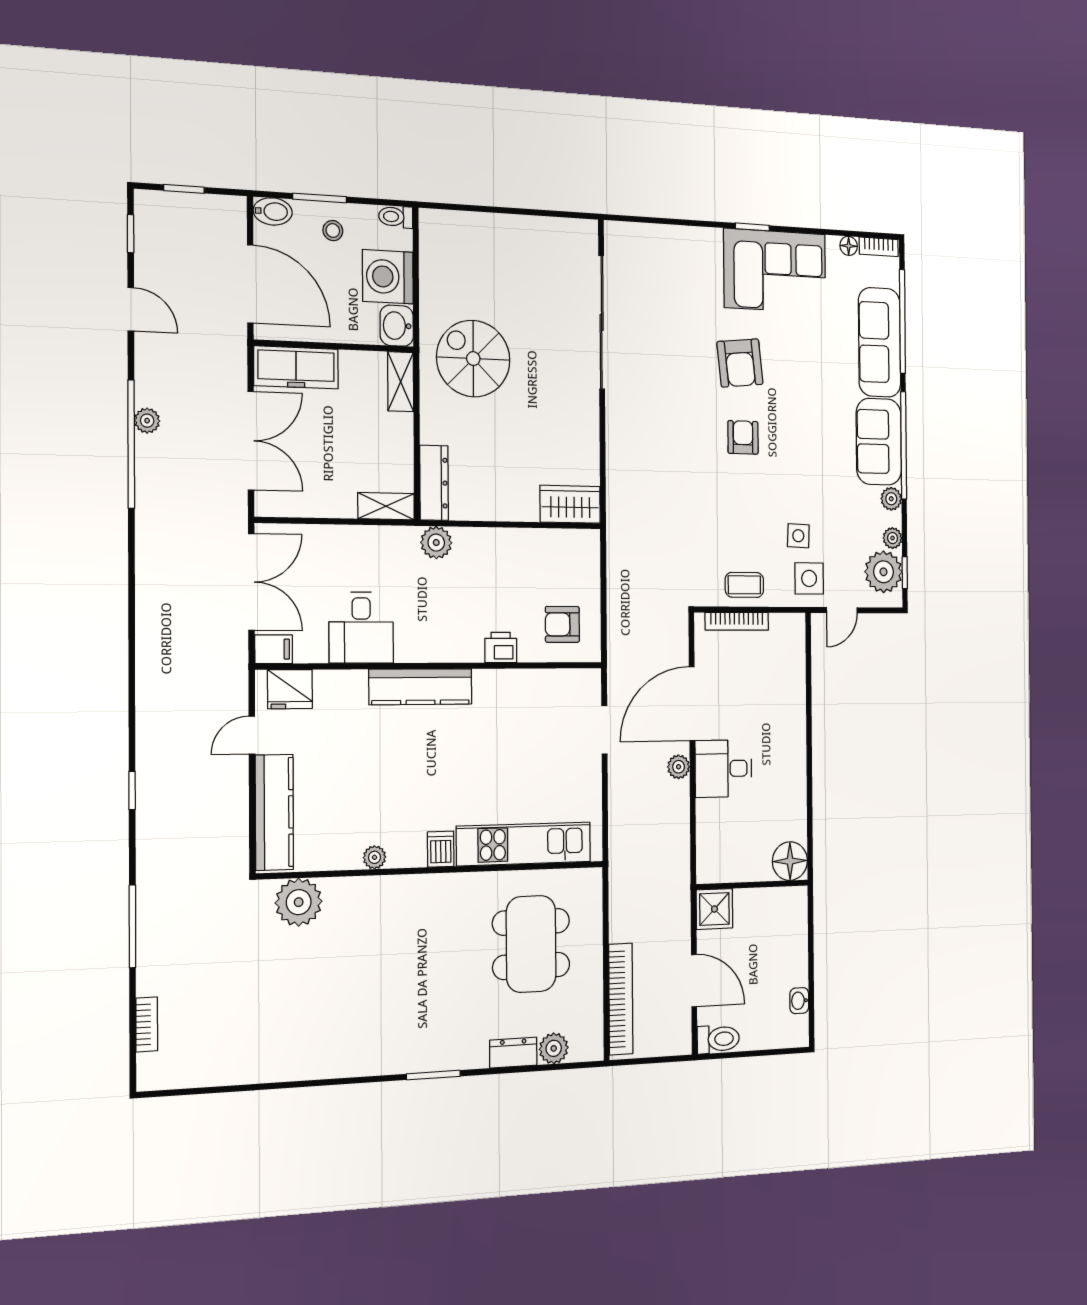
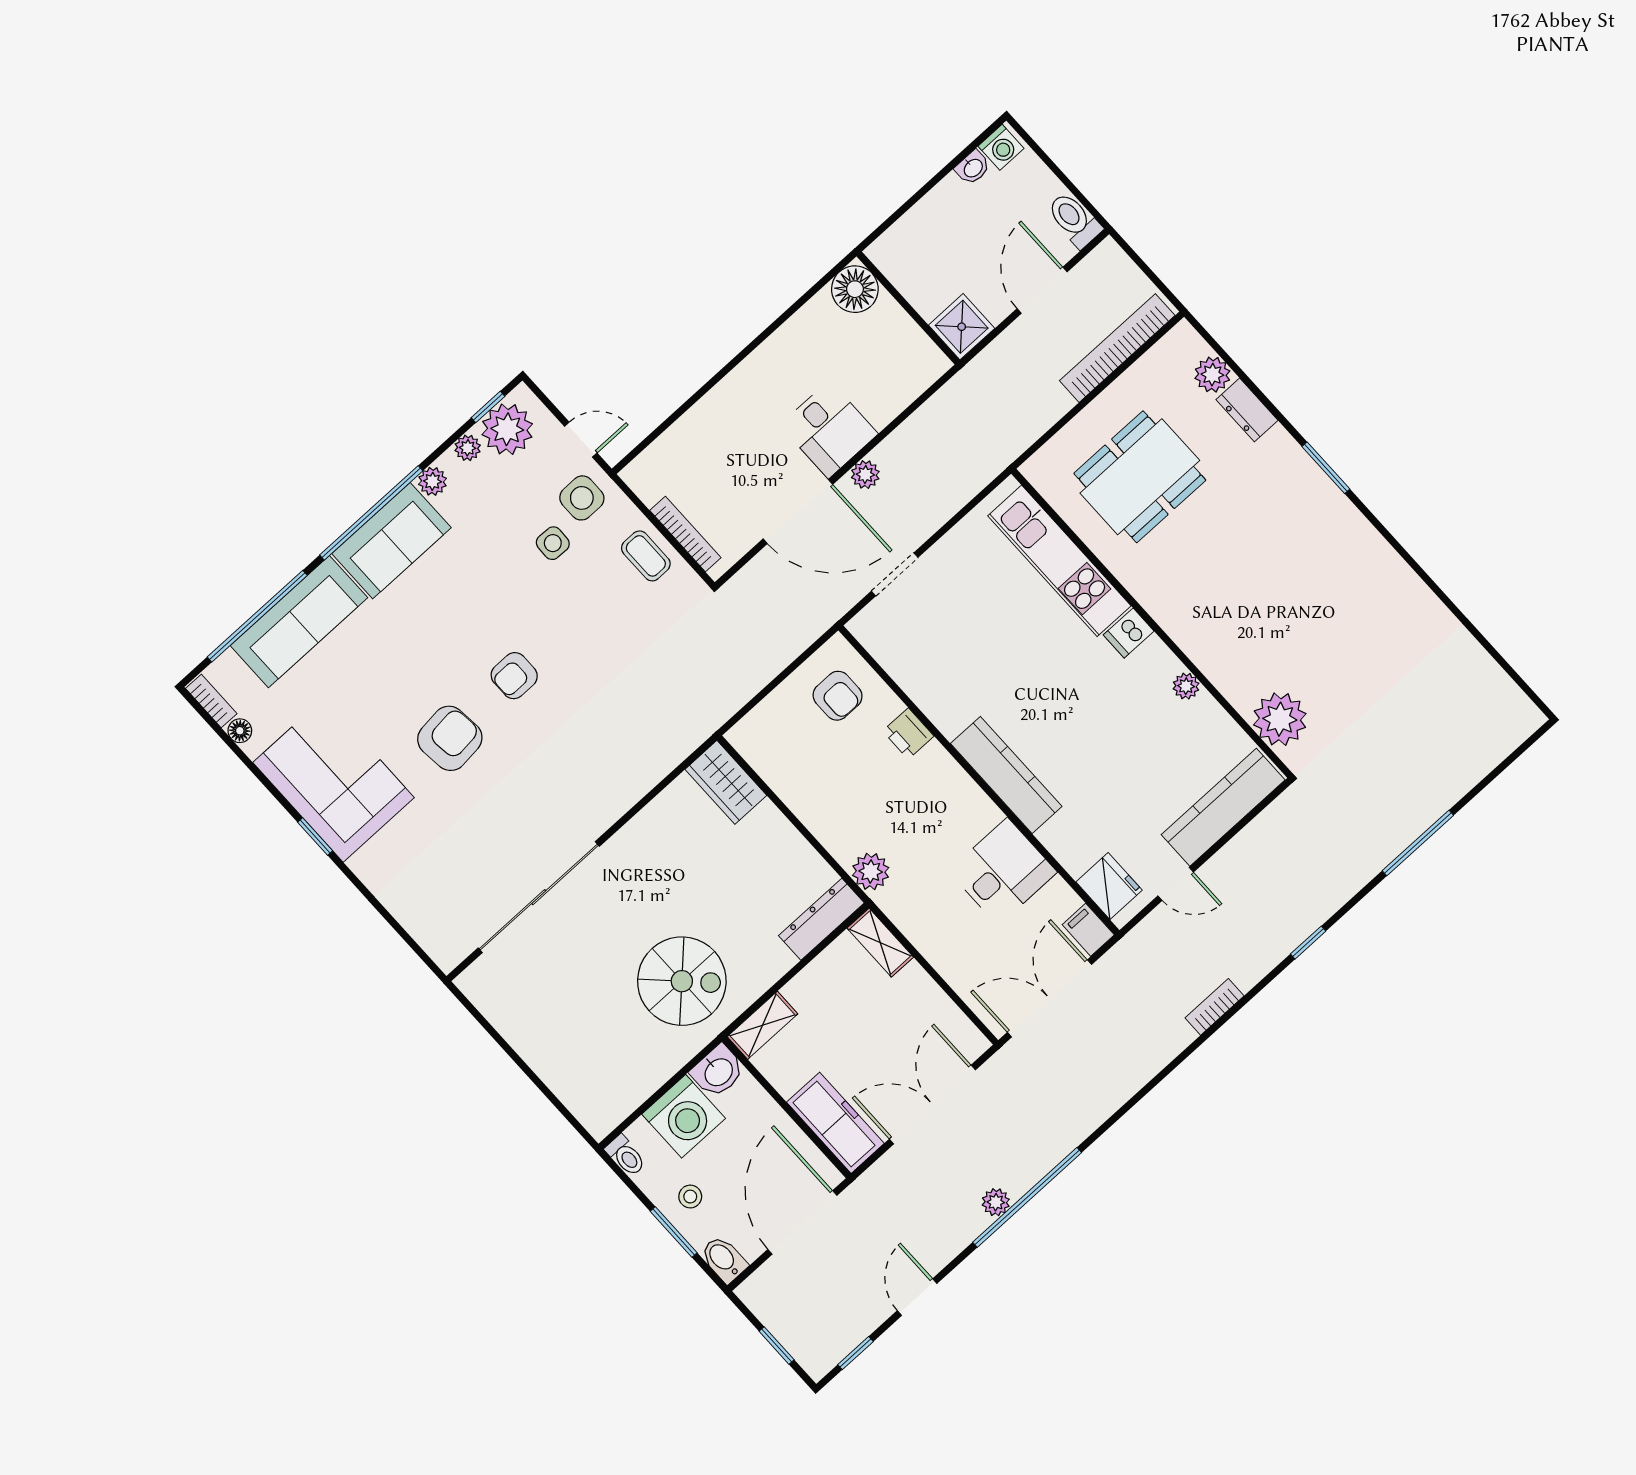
spiral stairs: (473, 359) -> (682, 981), turned -90
bookcase: (147, 1024) -> (1215, 1007), moved
washing machine: (797, 1029) -> (1001, 147), added

